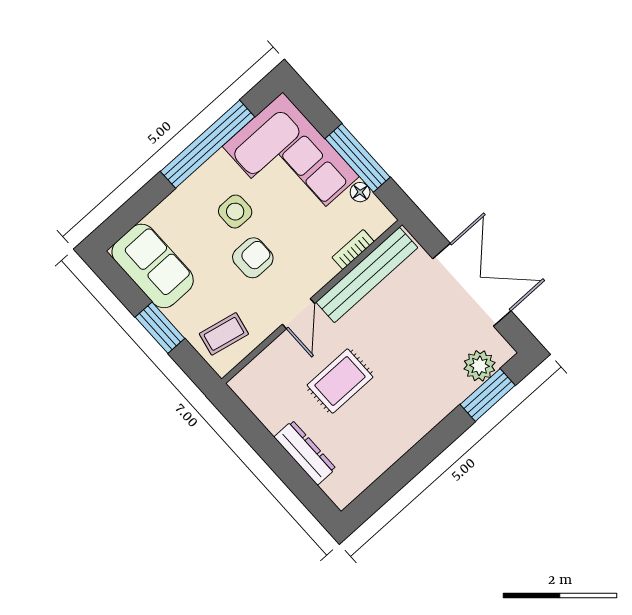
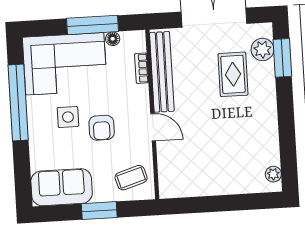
armchair: (253, 258) -> (102, 128), turned 180
coffee table: (224, 334) -> (131, 178), turned 61
rug: (340, 381) -> (233, 74), moved
dresser: (305, 453) -> (233, 185), removed
plant: (352, 487) -> (273, 174), added

